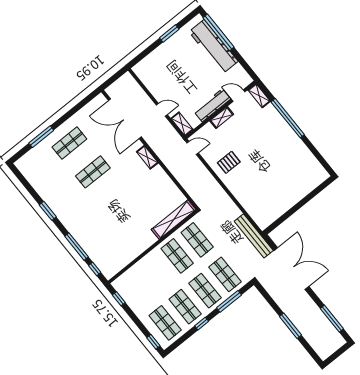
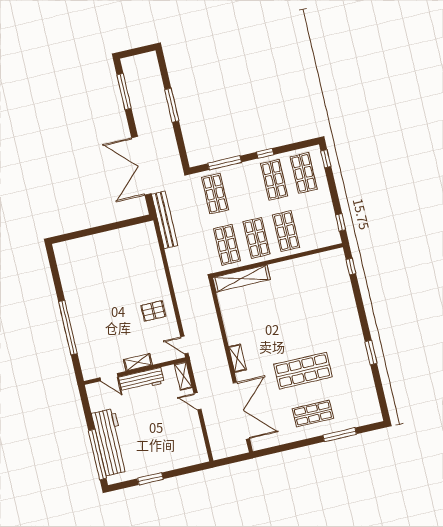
shelving: (259, 96) -> (87, 366), removed
shop shelf: (93, 172) -> (303, 371), width x1.43, depth x1.36
window: (77, 247) -> (359, 300), removed
shop shelf: (205, 291) -> (286, 231), moved

